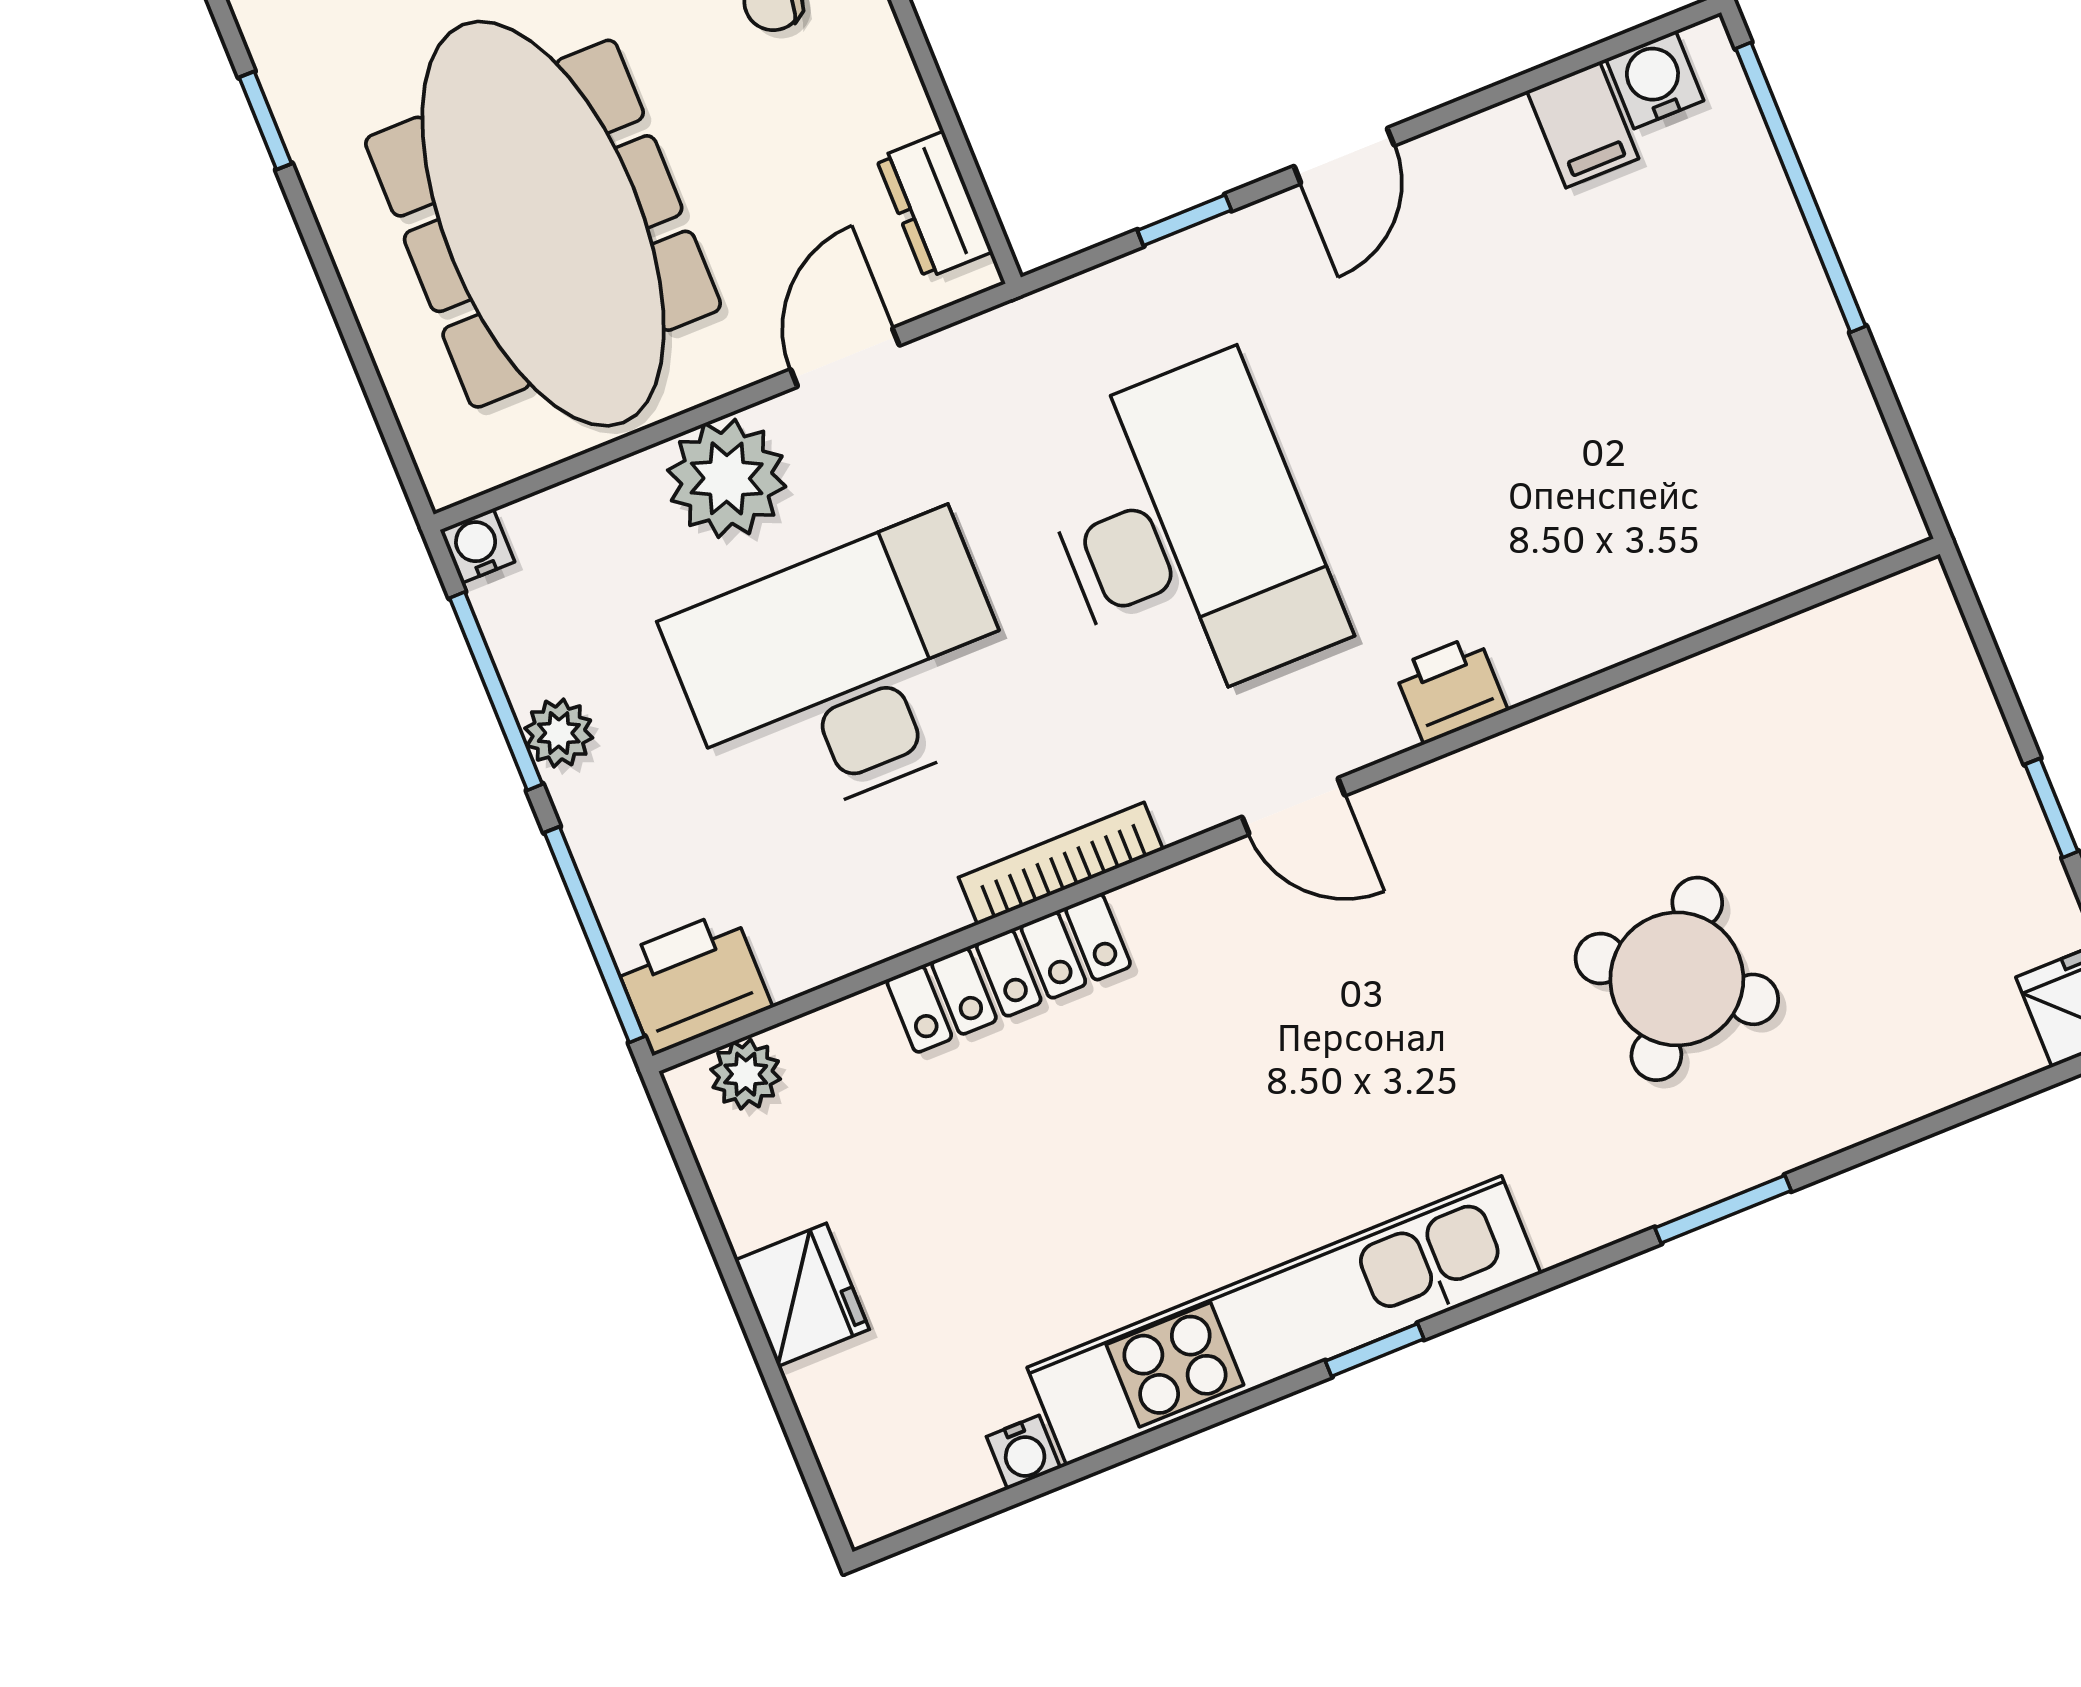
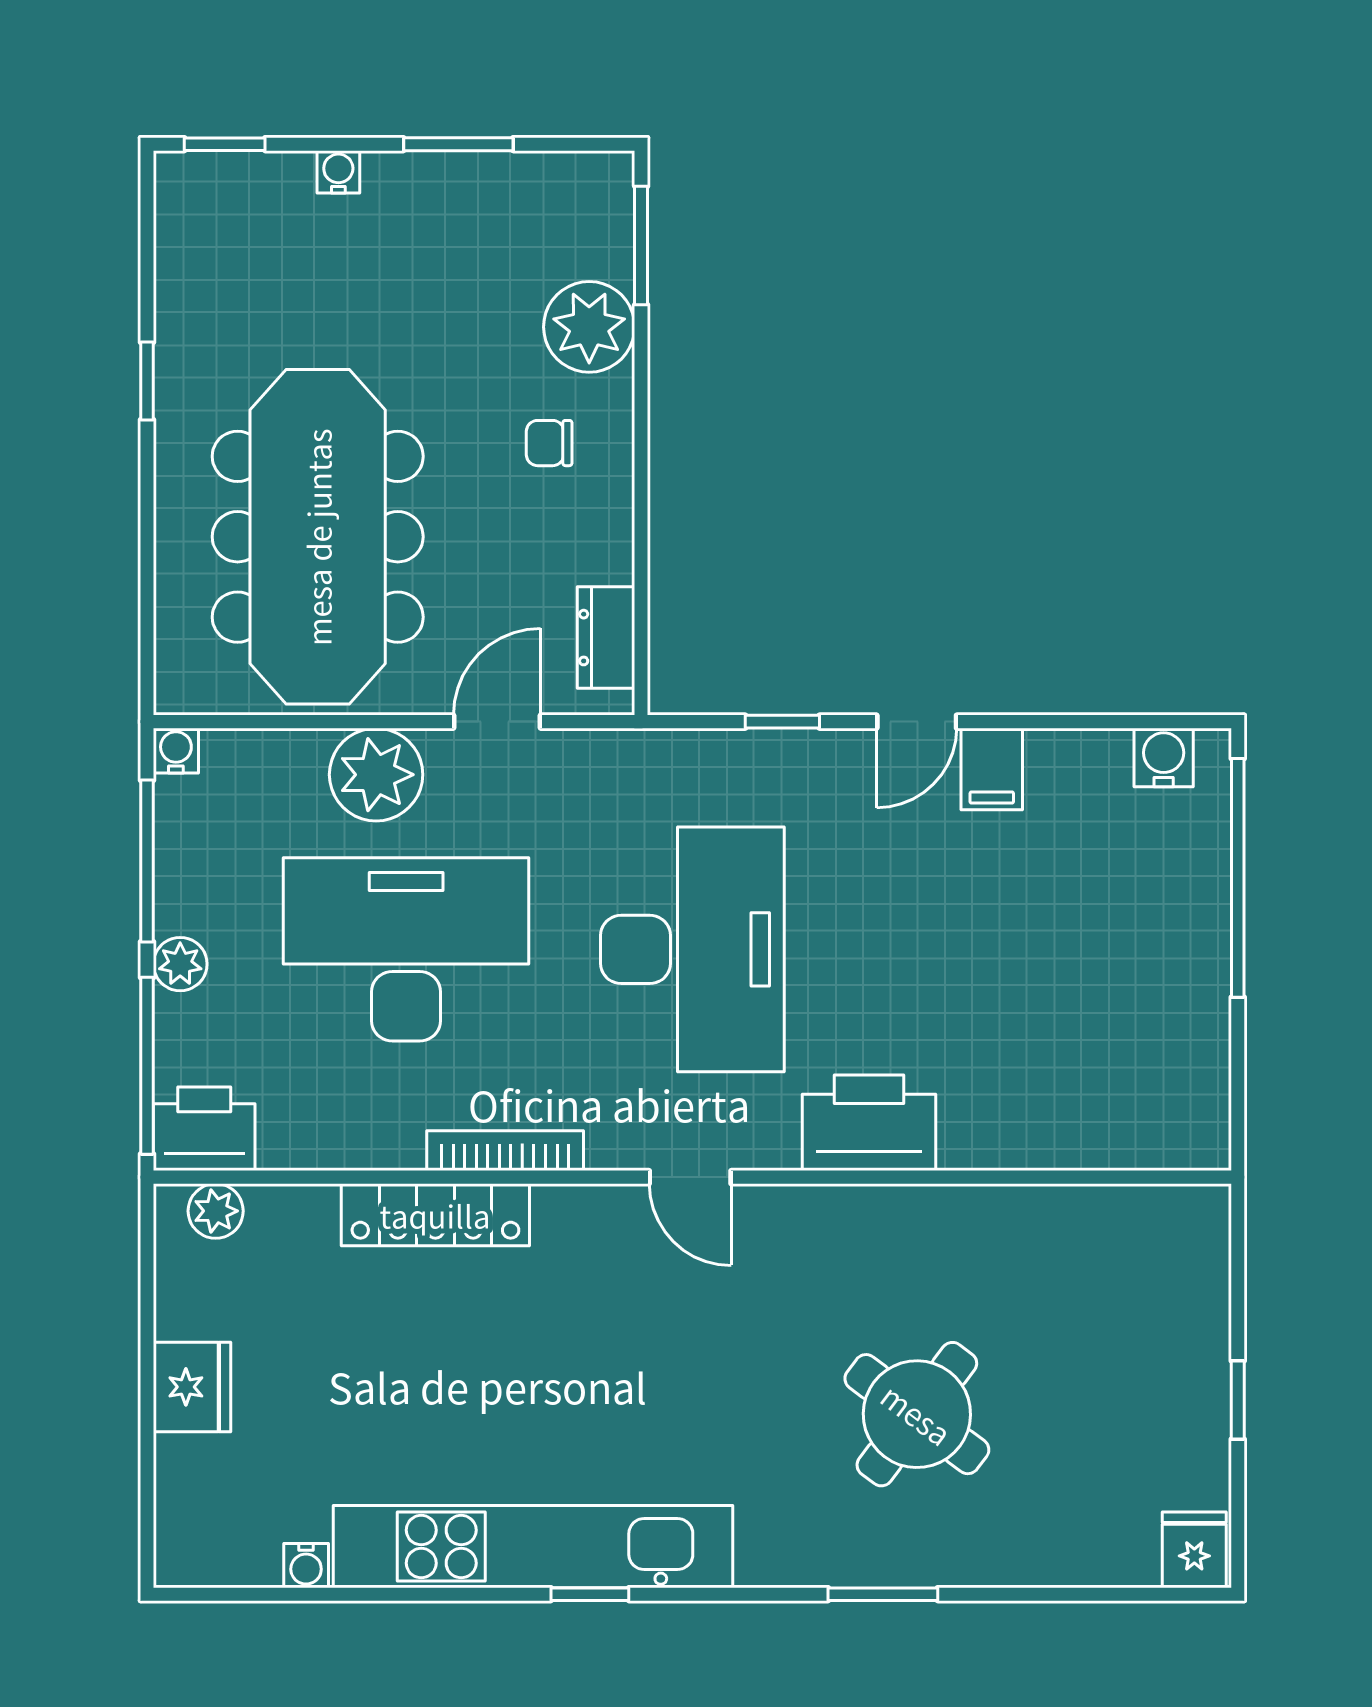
filing cabinet: (1583, 125) -> (992, 769), moved
printer: (1451, 689) -> (869, 1123), width x1.87, depth x1.48
plant: (559, 733) -> (180, 964), moved

